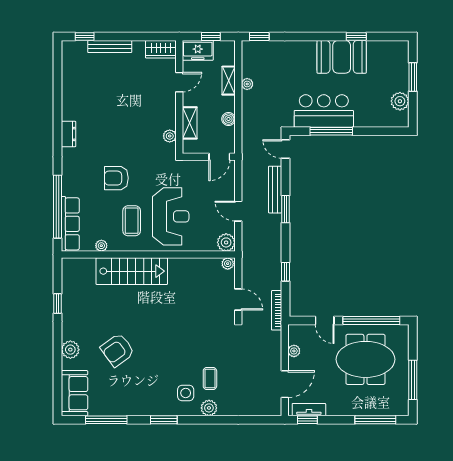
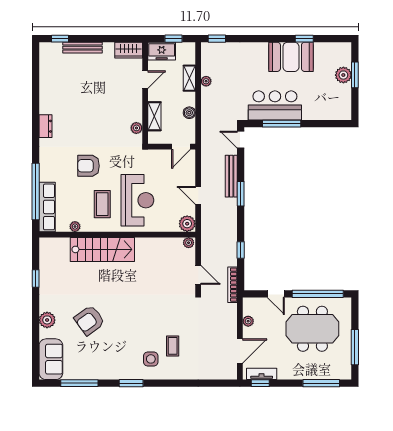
plant: (400, 101) -> (343, 75), moved
plant: (209, 408) -> (172, 372), removed

